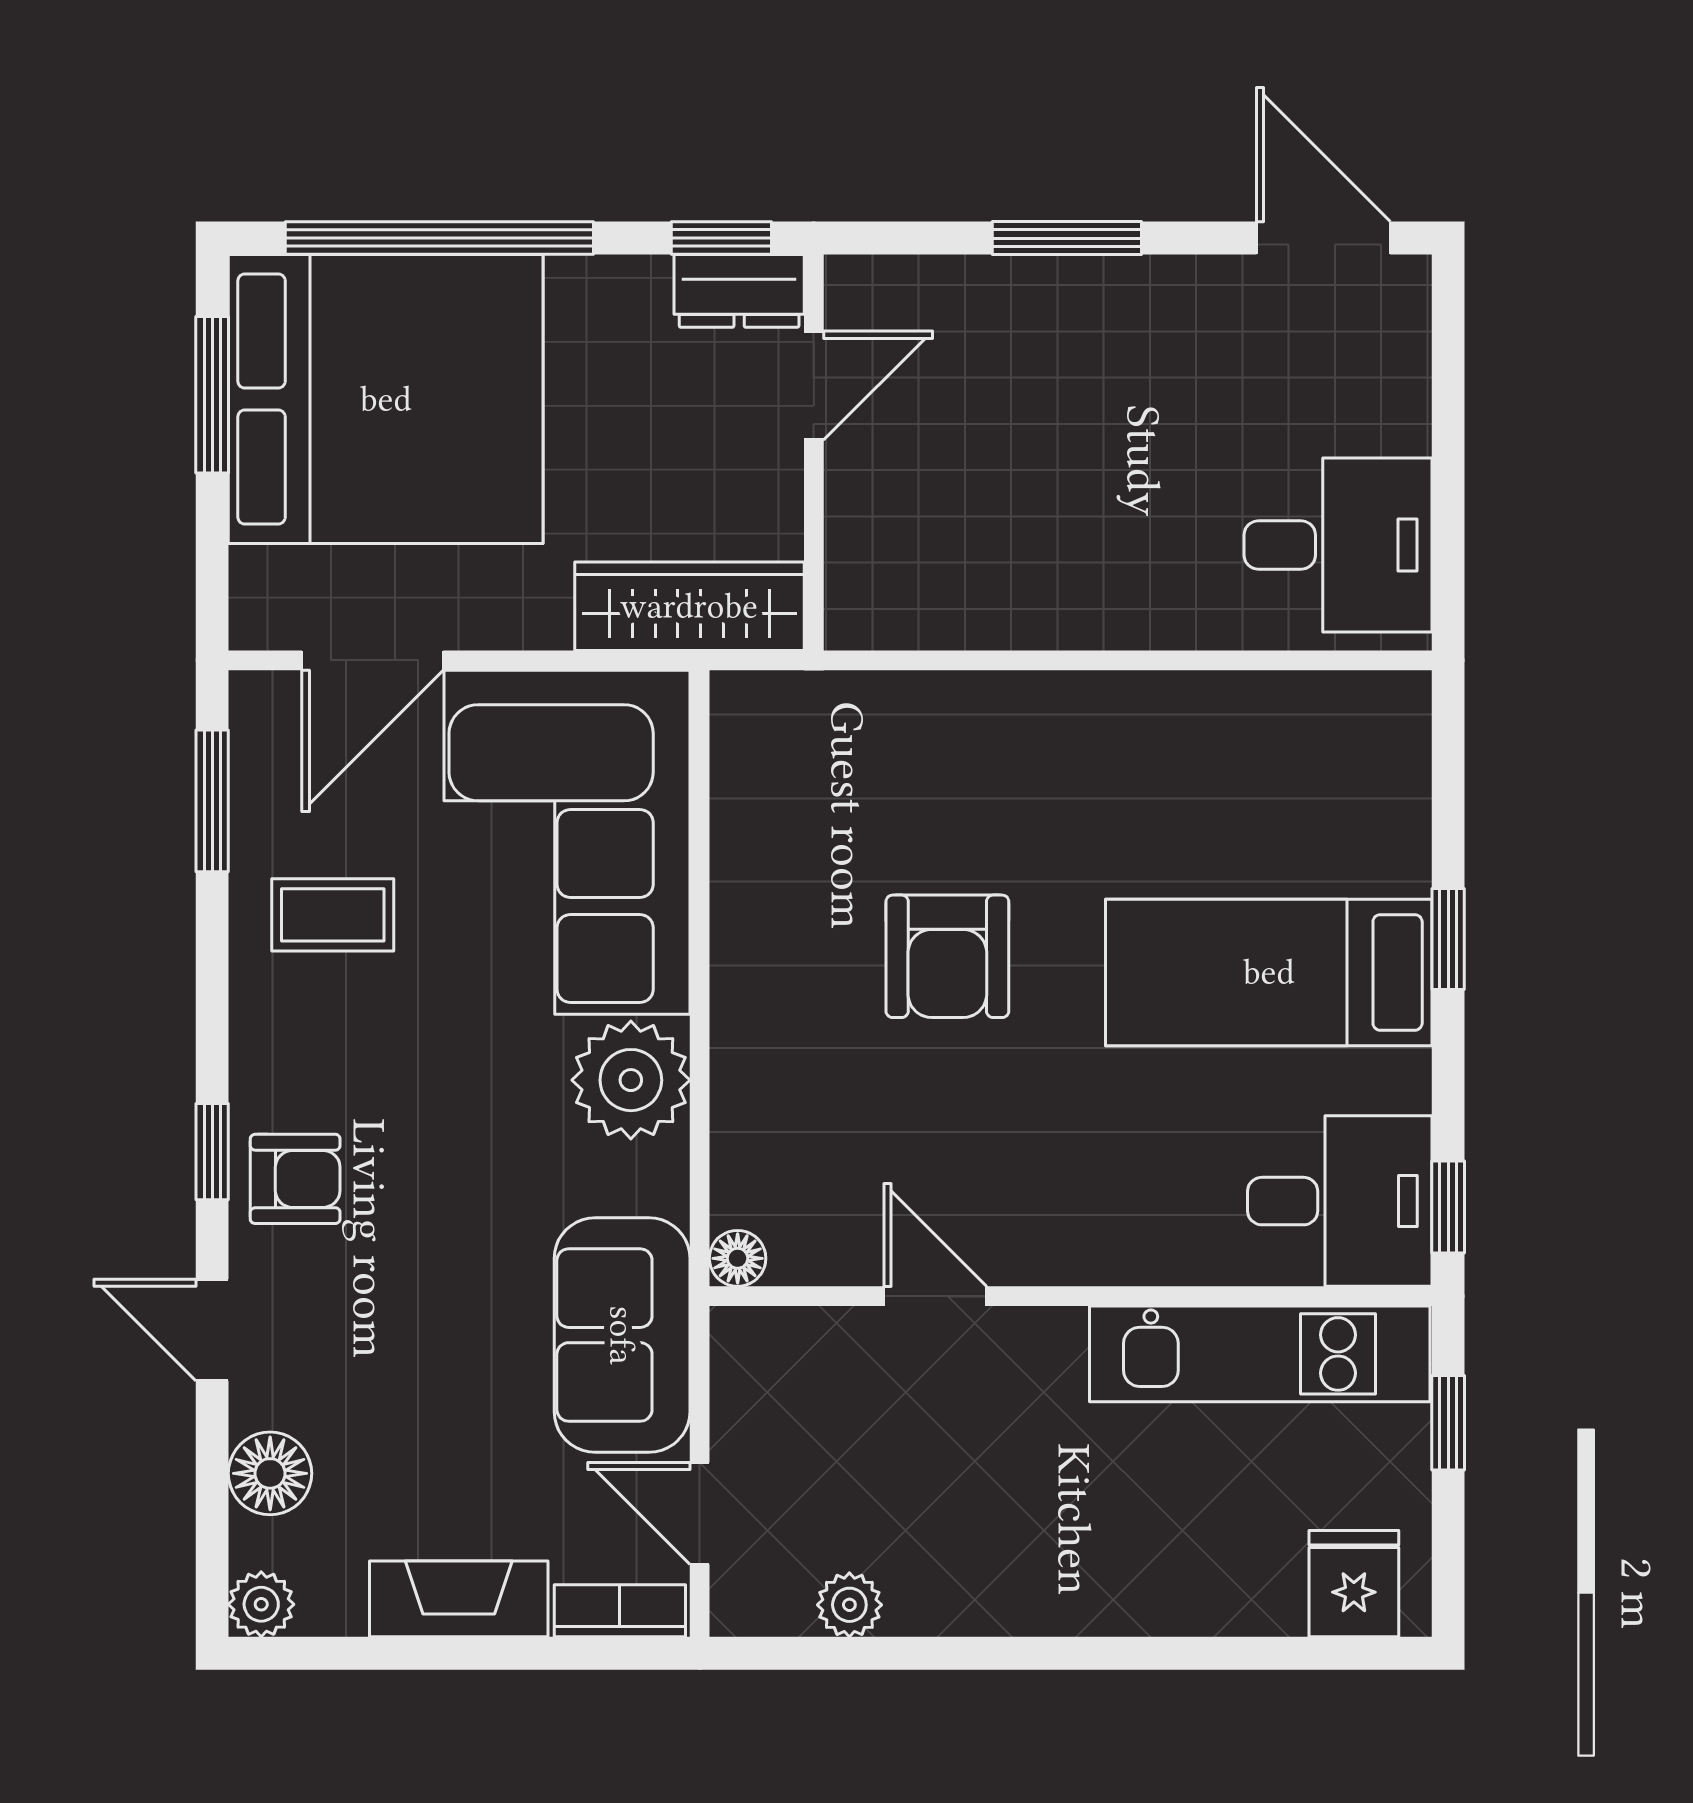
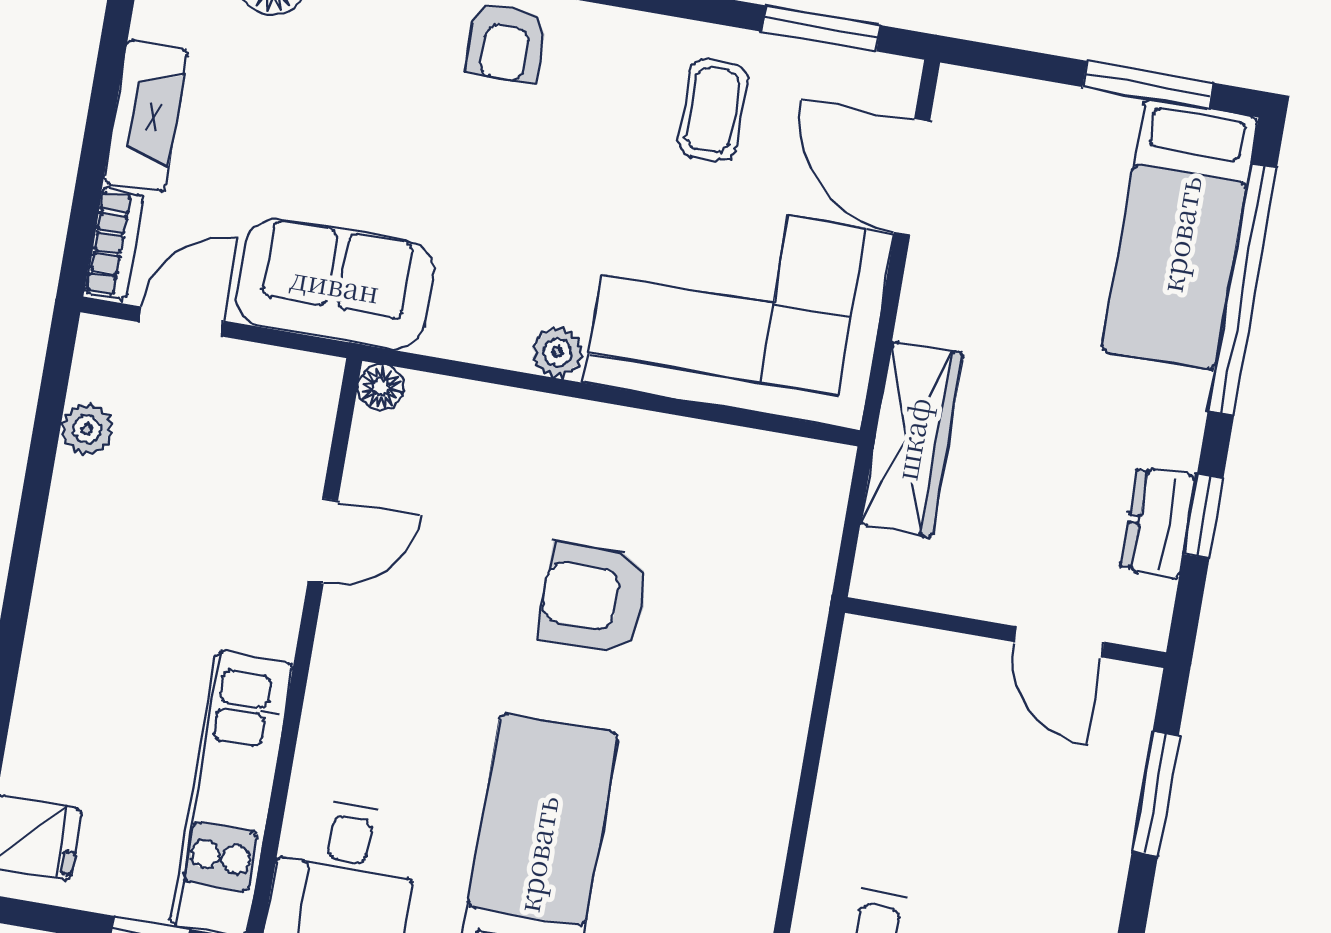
door: (814, 386) -> (1059, 642), moved
bed: (386, 399) -> (1180, 234), width x0.49
wall: (814, 452) -> (1006, 633), moved
plant: (631, 1080) -> (557, 352), width x0.53, depth x0.53

